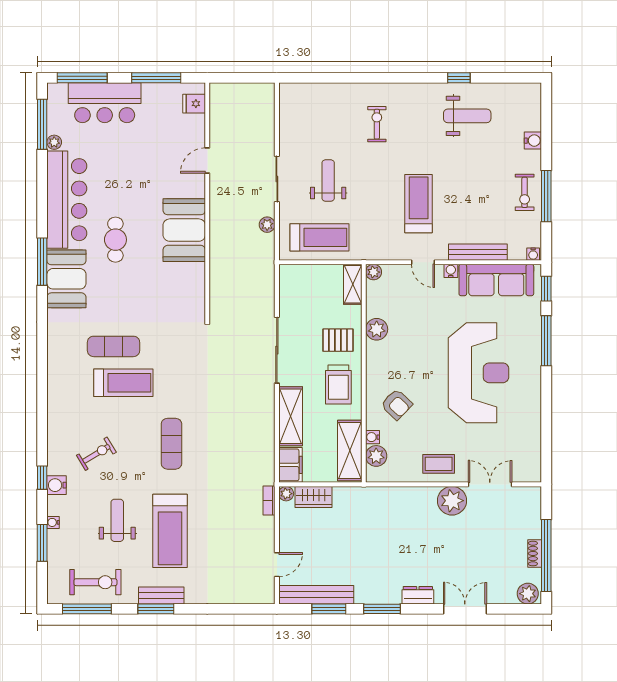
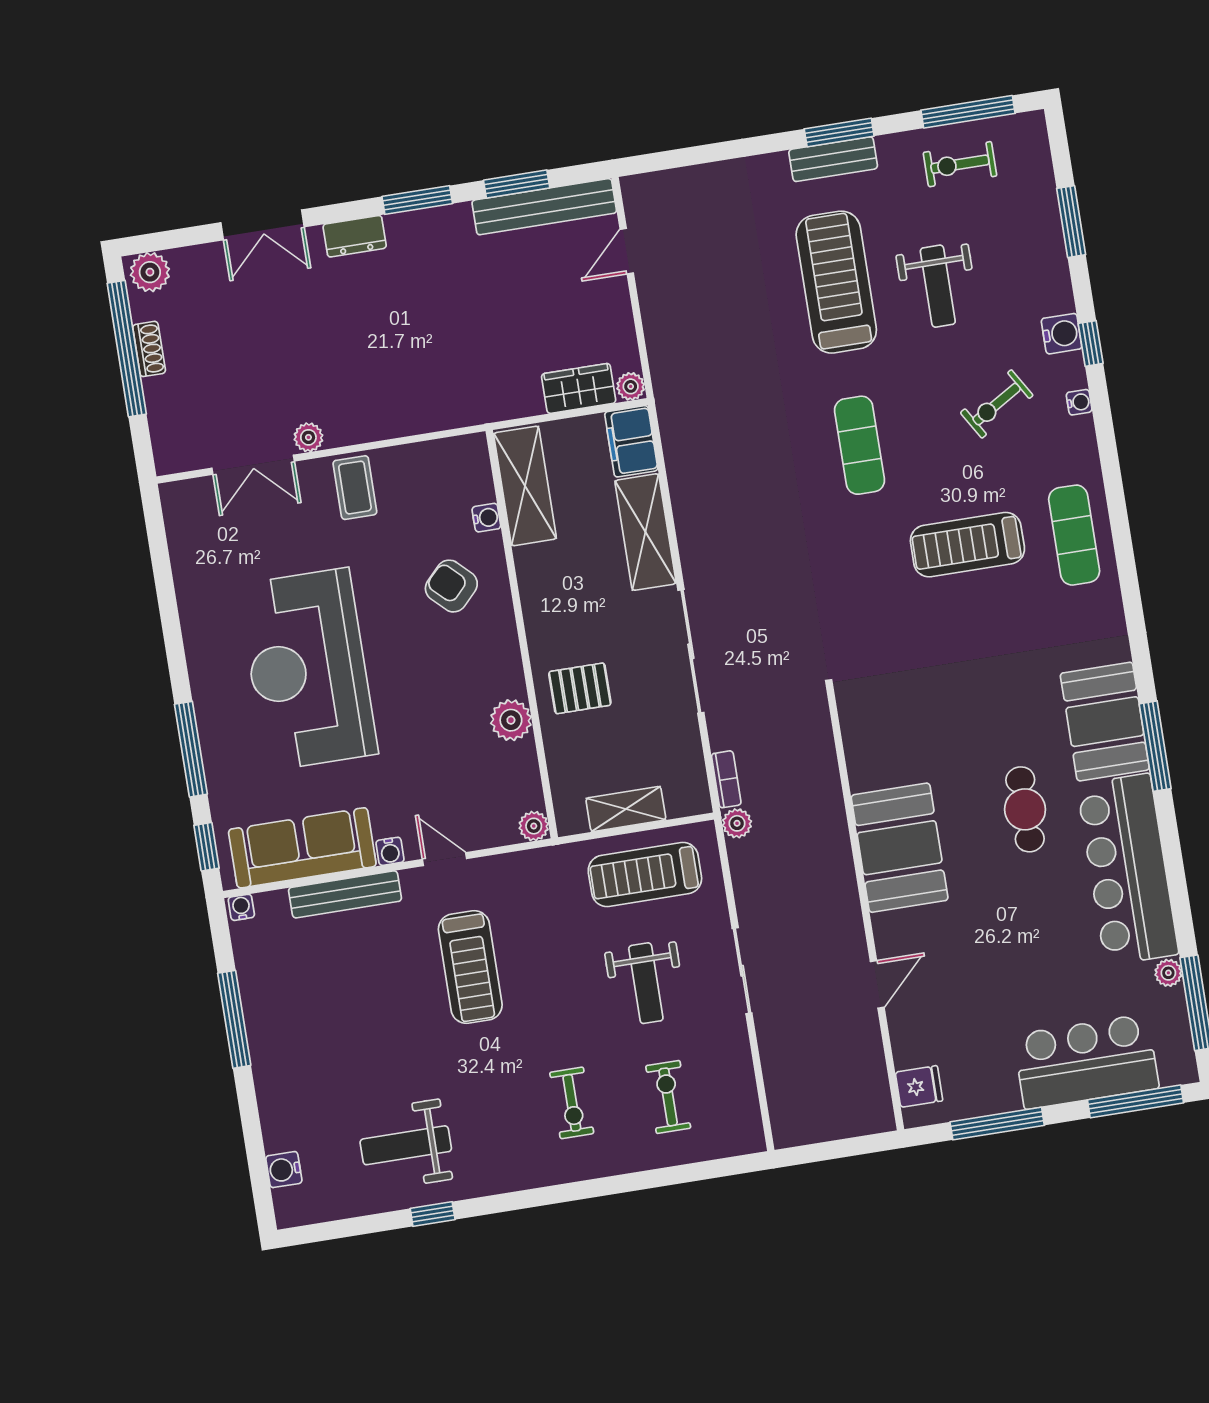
water cooler: (533, 141) -> (284, 1170), moved
exercise bike: (525, 192) -> (668, 1097), moved
plant: (267, 225) -> (737, 823), moved
shelving: (353, 284) -> (626, 809), moved, turned 90
exercise mat: (114, 346) -> (1074, 535), moved, turned 90
trolley: (338, 384) -> (566, 606), removed
plant: (376, 456) -> (474, 484), removed
coffee table: (439, 464) -> (355, 488), turned 90
bookcase: (269, 501) -> (726, 779), moved
plant: (452, 501) -> (308, 437), width x0.53, depth x0.53
water cooler: (53, 522) -> (1079, 402), moved
exercise bike: (95, 582) -> (960, 164), width x0.73, depth x0.72

